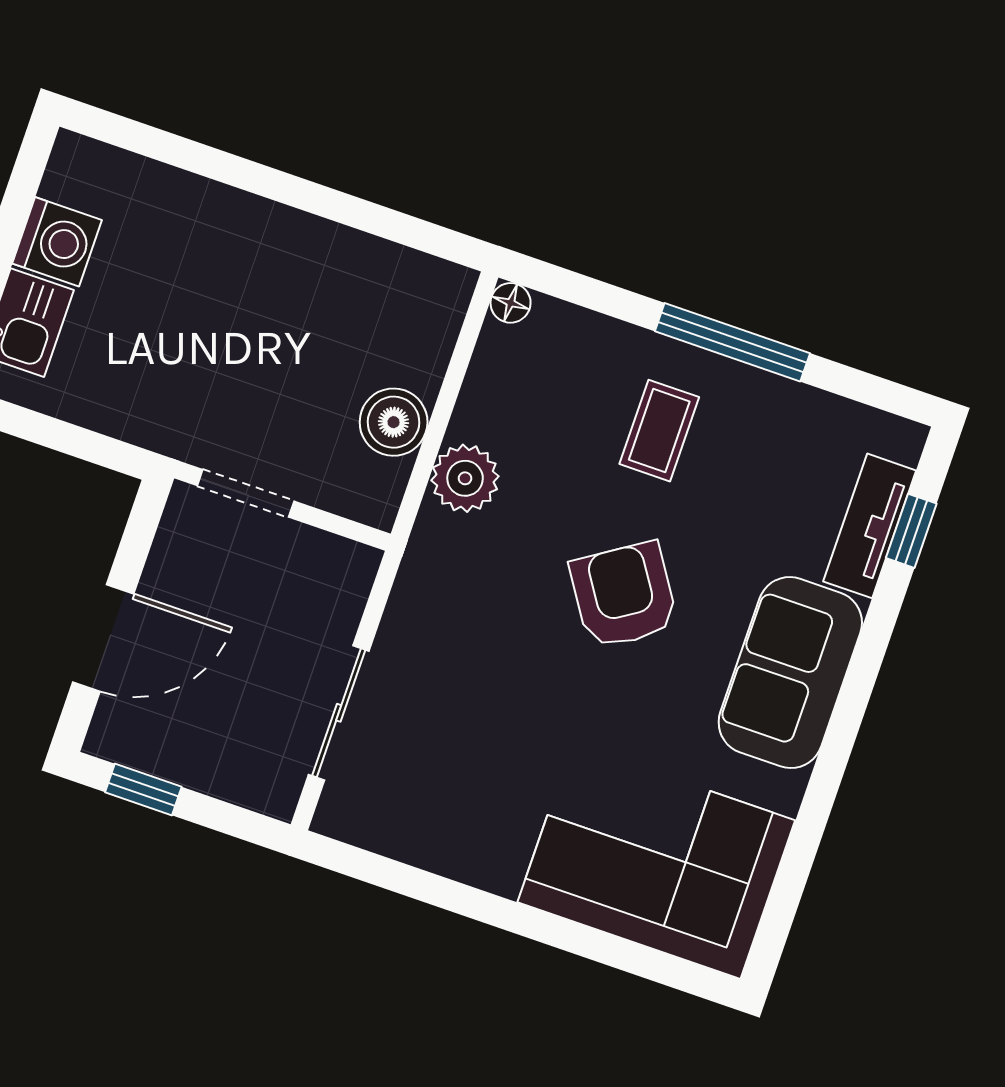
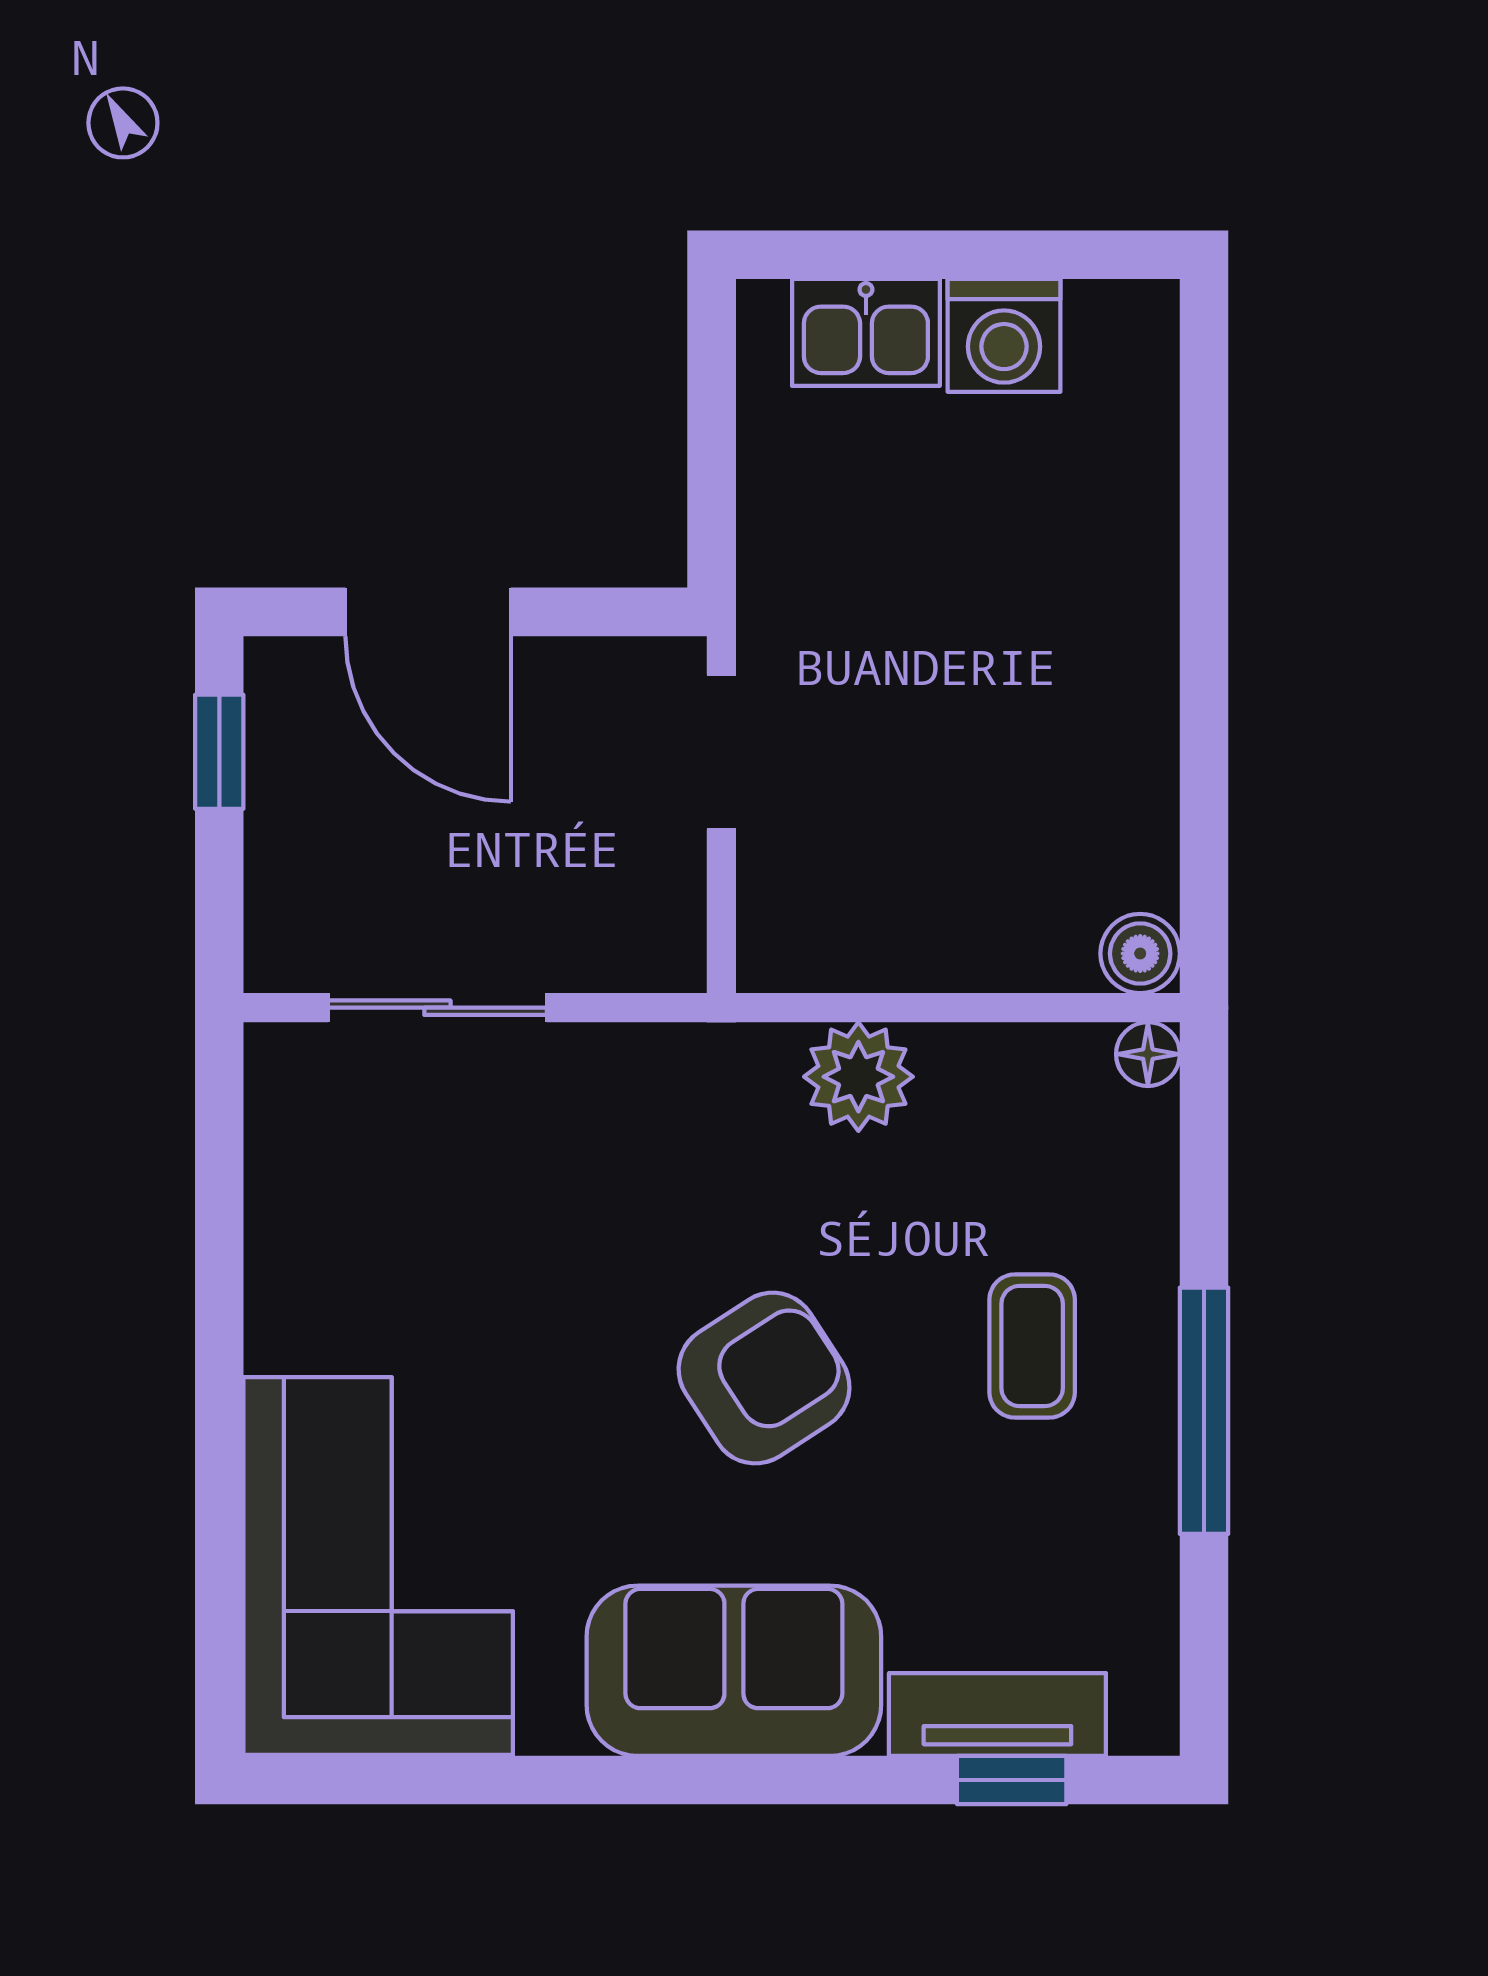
boiler: (394, 422) -> (1140, 954), moved, width x0.73, depth x0.73
coffee table: (659, 431) -> (1032, 1346), turned 90

